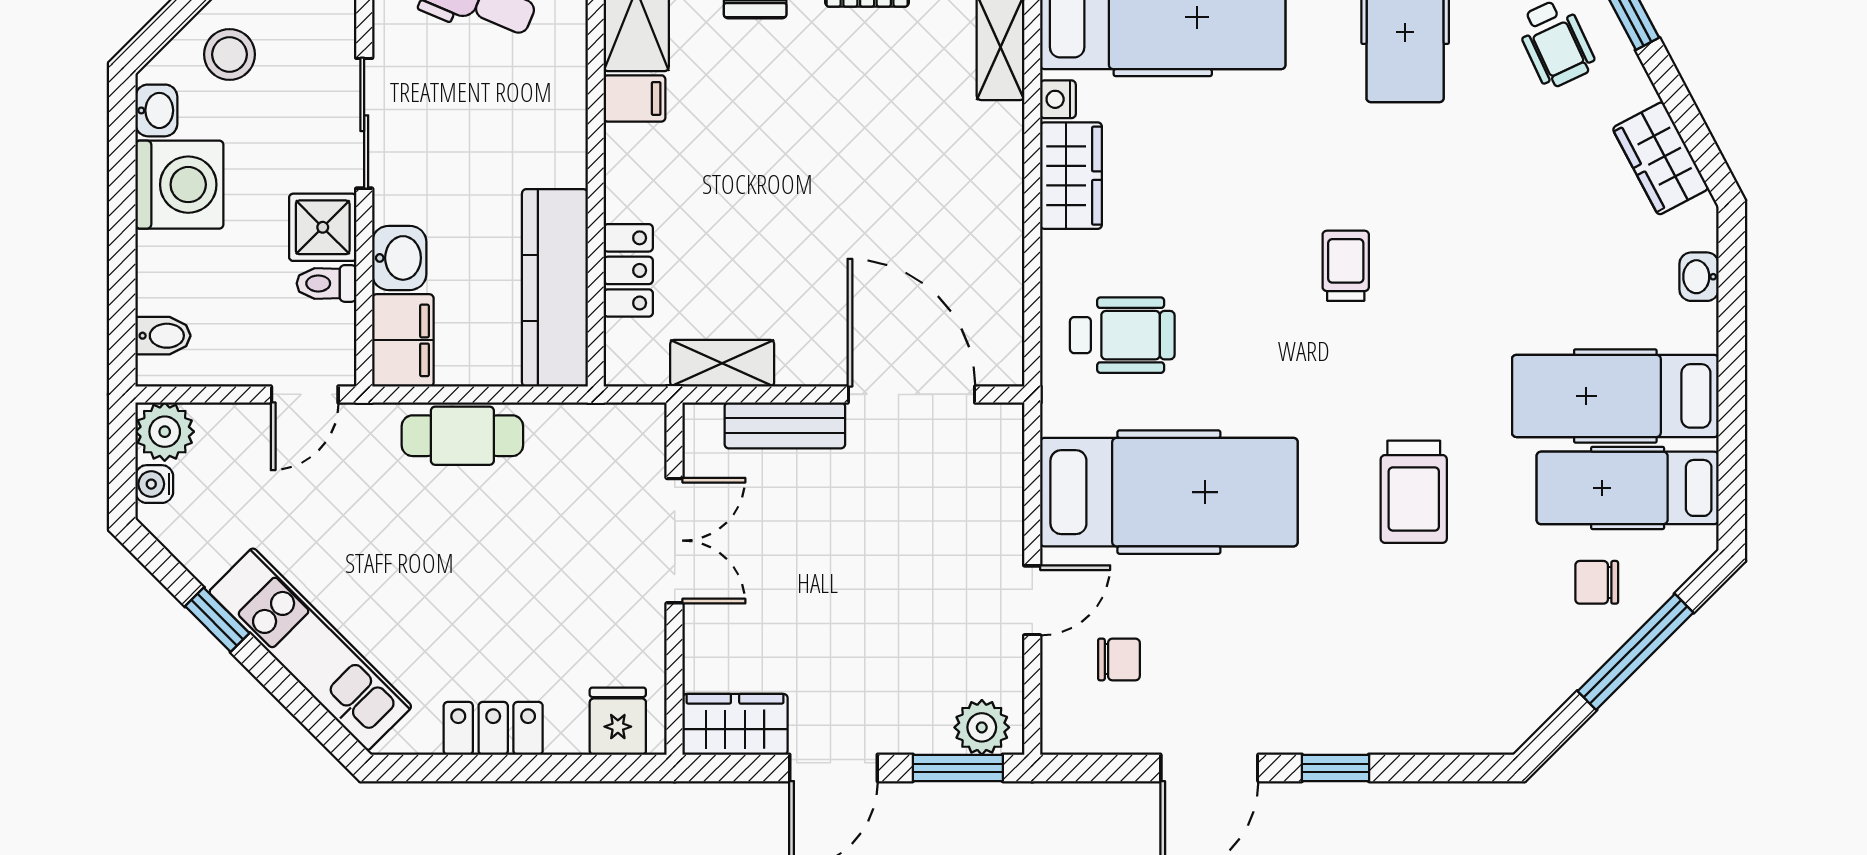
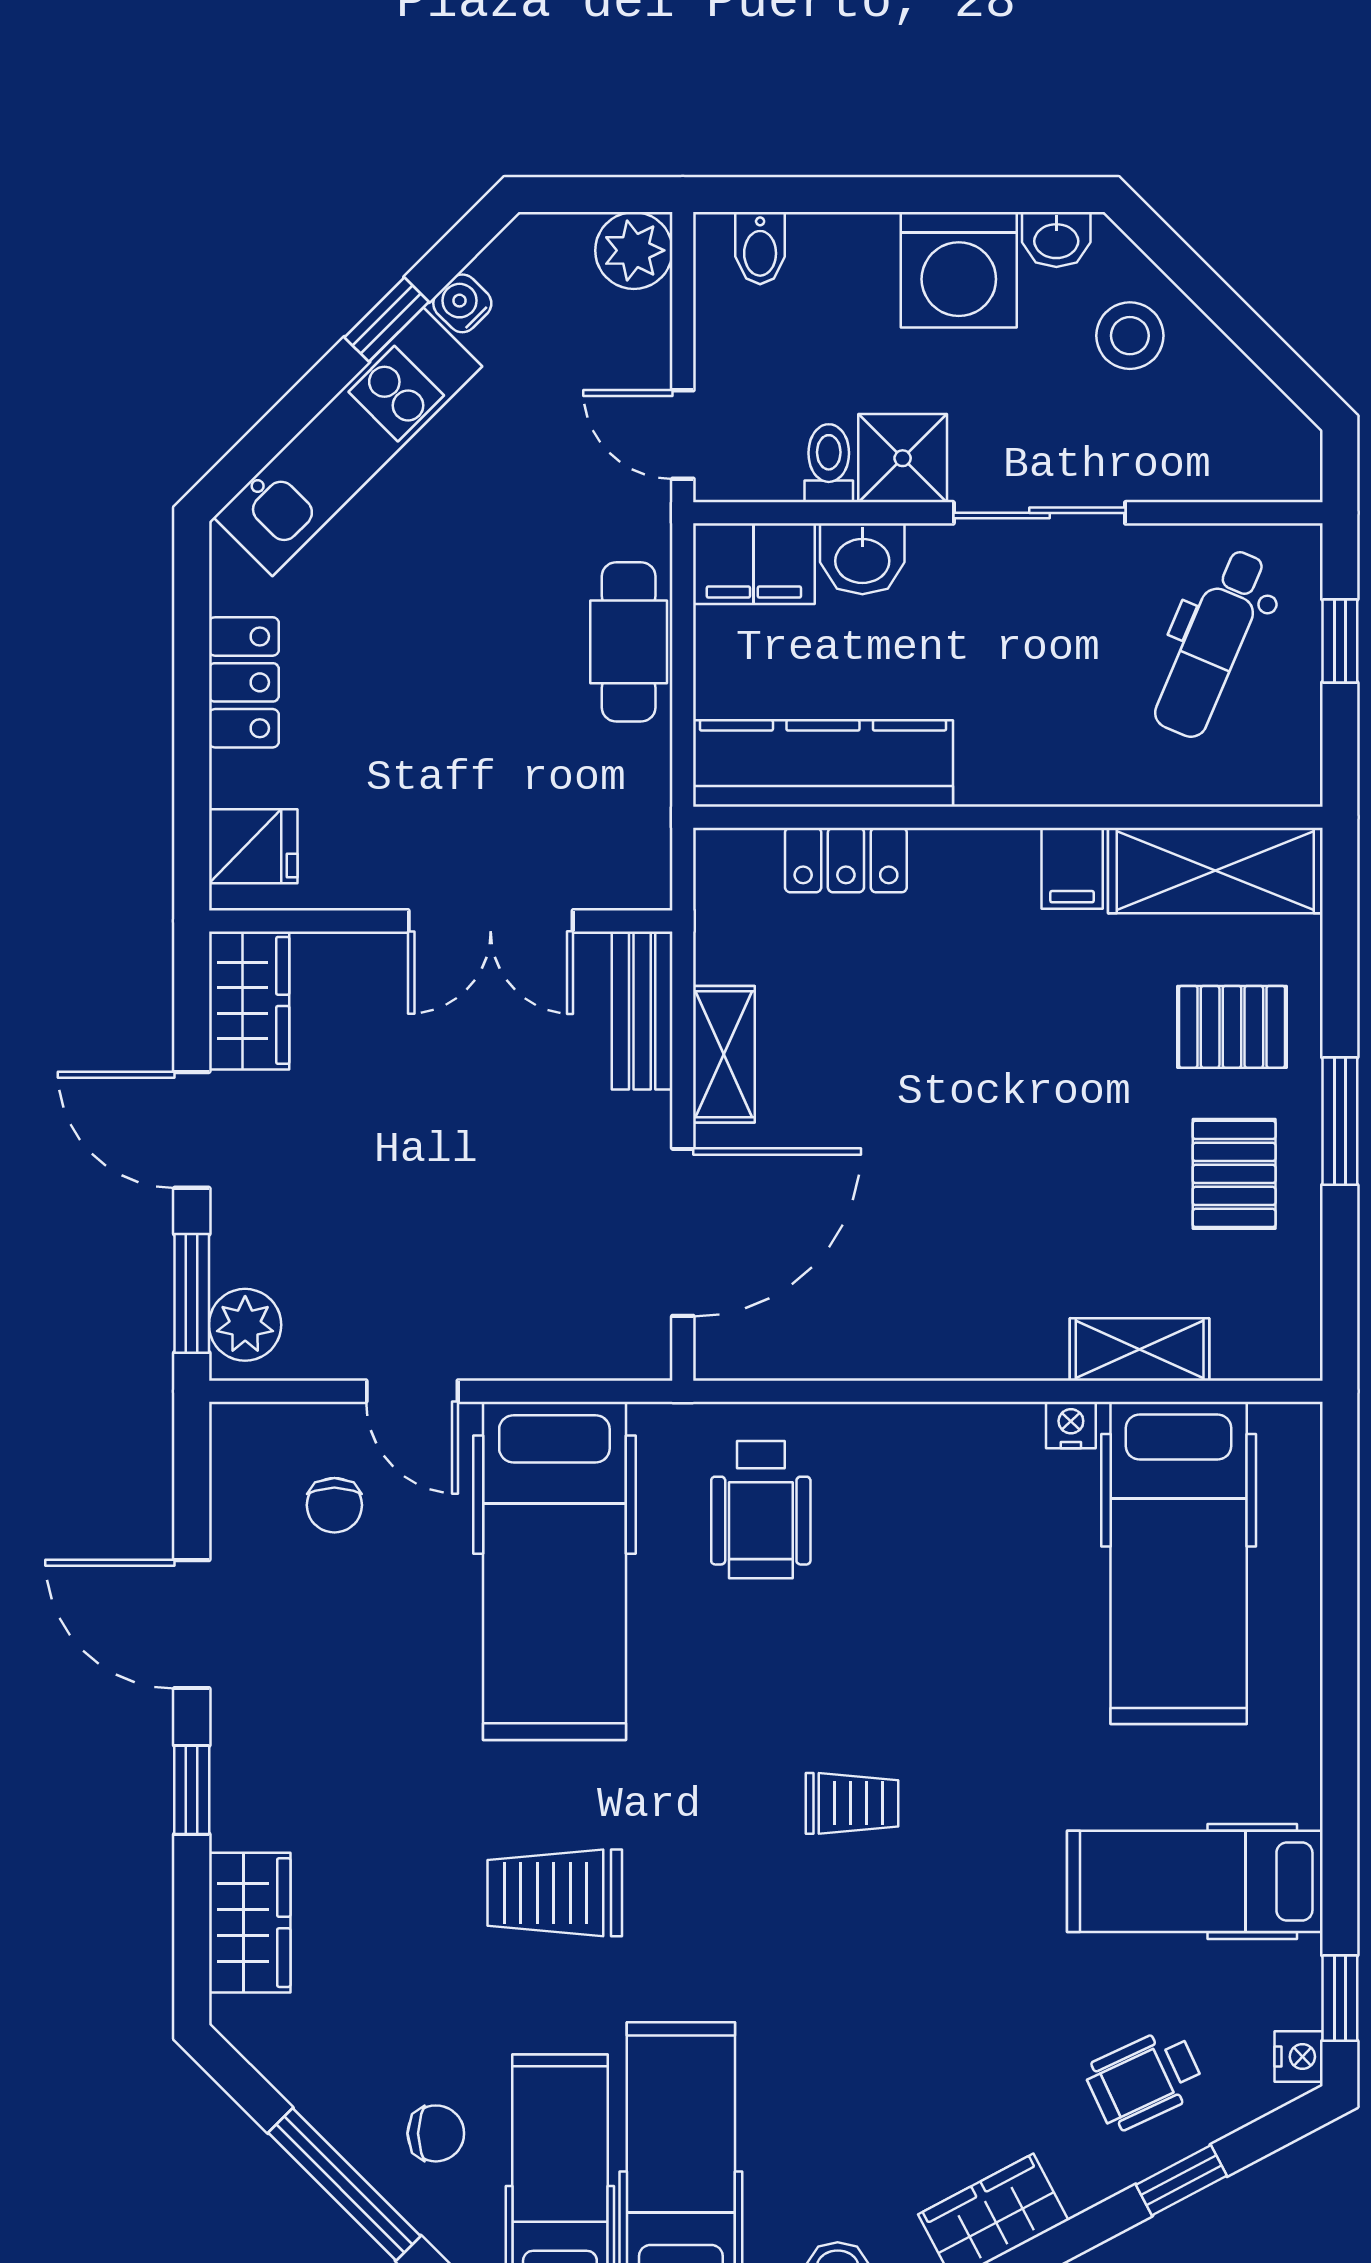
wardrobe: (1071, 176) -> (250, 1923), moved, turned -90
shelving: (722, 363) -> (724, 1054), moved
bench: (785, 425) -> (642, 1010), moved
water cooler: (154, 484) -> (462, 303), moved, turned -45
chair: (1597, 582) -> (436, 2133), turned 90

